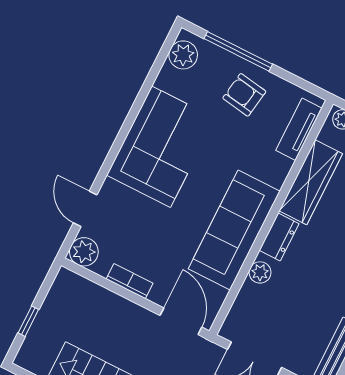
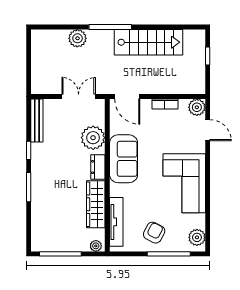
armchair: (244, 95) -> (154, 233), turned -72
tv unit: (299, 129) -> (116, 222), width x1.41
sofa: (234, 230) -> (124, 159), width x0.73
plant: (260, 272) -> (93, 138), width x1.87, depth x1.87

